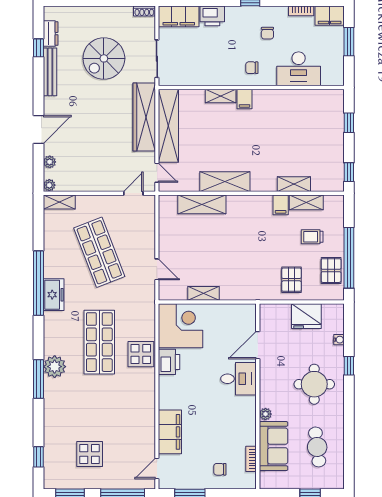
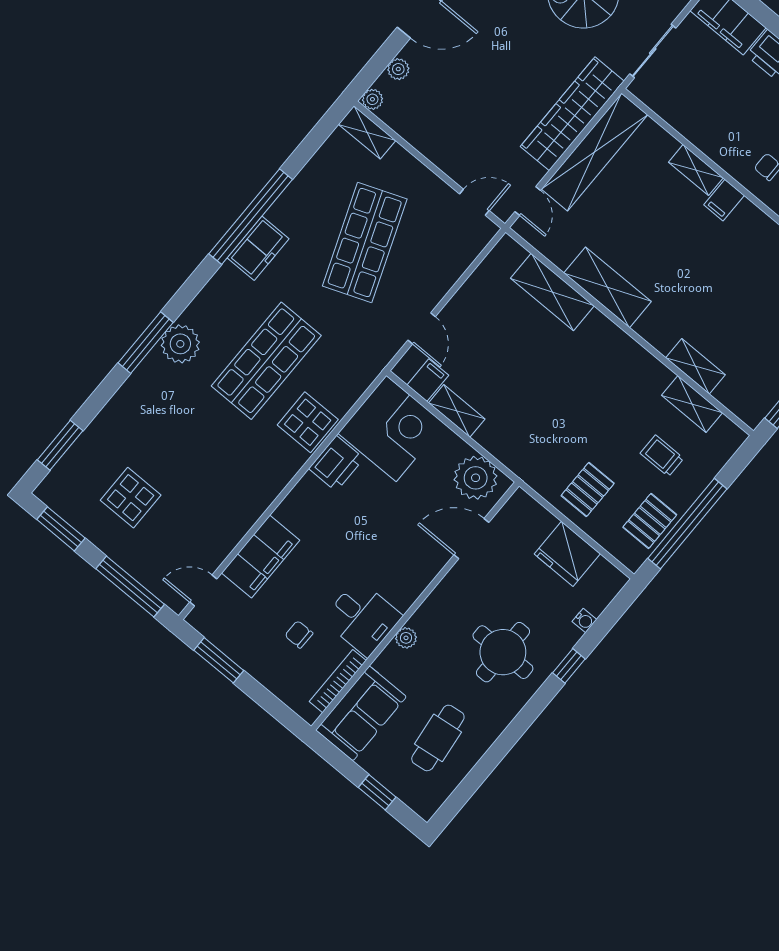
filing cabinet: (281, 205) -> (428, 380), moved, turned 180
plant: (237, 316) -> (476, 478), added
desk: (238, 379) -> (362, 618), moved
sofa: (274, 446) -> (361, 713), moved
window: (38, 457) -> (60, 445), width x1.50
bookcase: (251, 459) -> (338, 681), width x1.56
chair: (220, 469) -> (299, 634), moved

